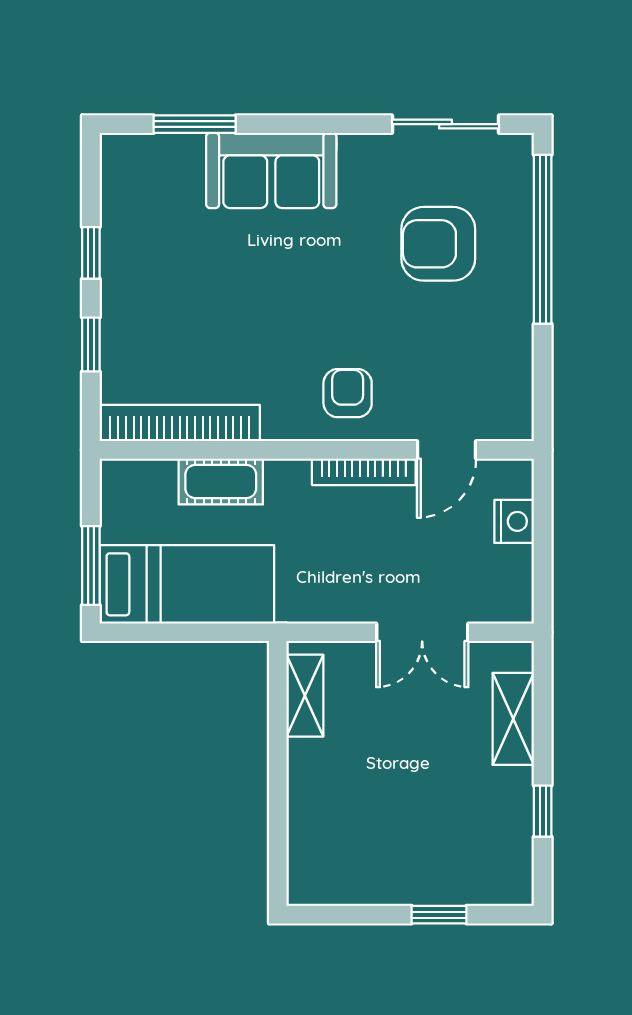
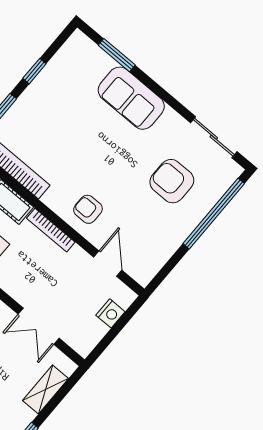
armchair: (348, 393) -> (88, 209), turned -90
door: (447, 450) -> (108, 264), swing flipped
bookcase: (364, 472) -> (51, 230), moved

